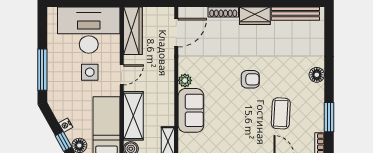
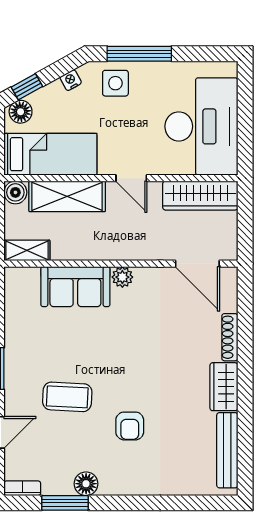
side table: (90, 72) -> (115, 83), moved
floor lamp: (317, 75) -> (86, 484), moved
armchair: (250, 79) -> (130, 426), moved
coffee table: (281, 113) -> (67, 397), moved
nightstand: (66, 125) -> (71, 80), moved

